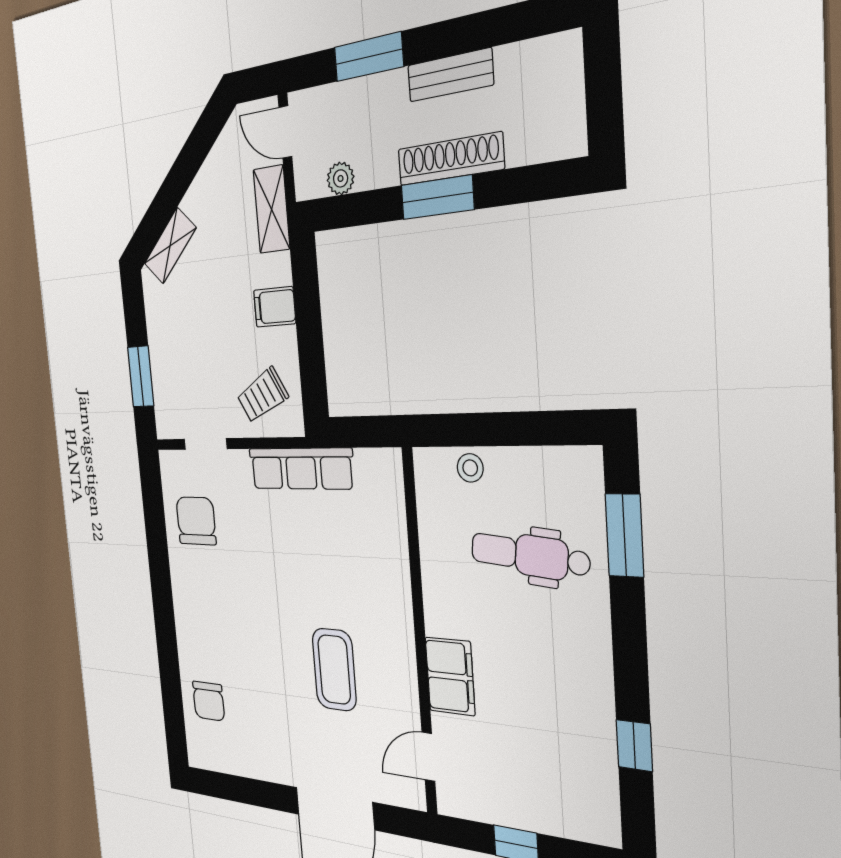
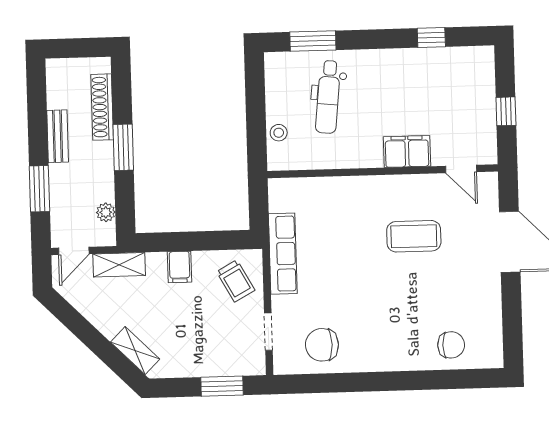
shoe rack: (450, 159) -> (102, 107), moved

